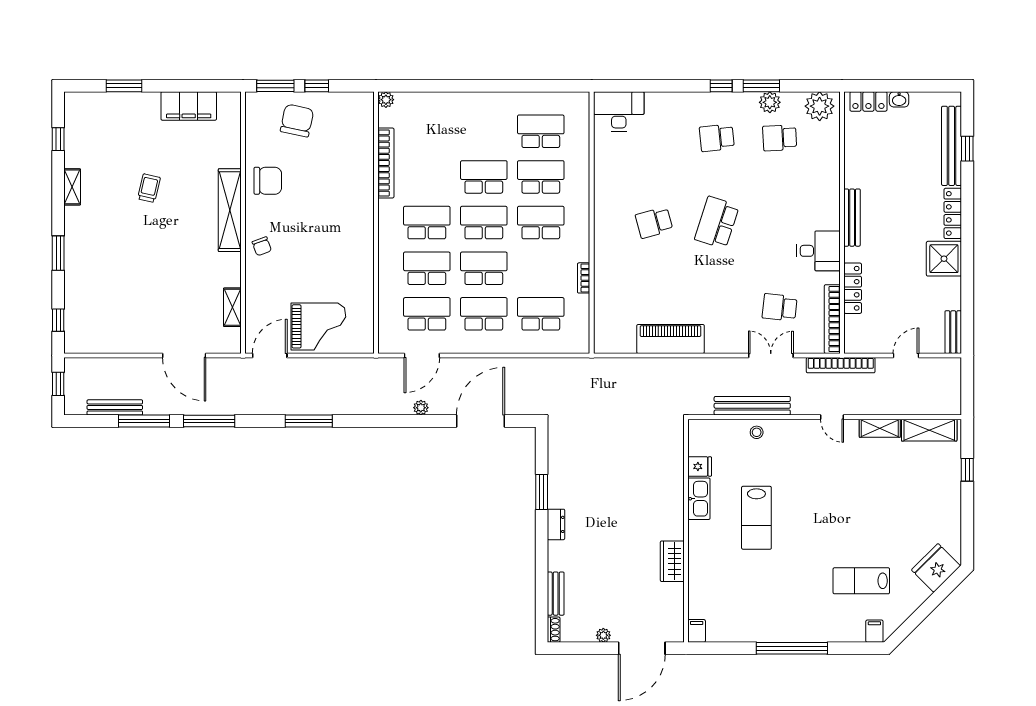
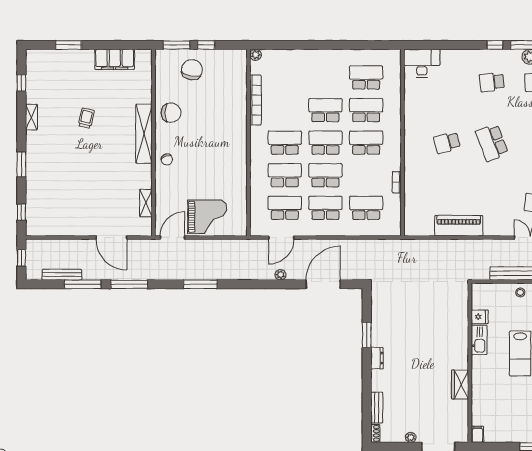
school desk: (717, 223) -> (492, 143), turned -39

